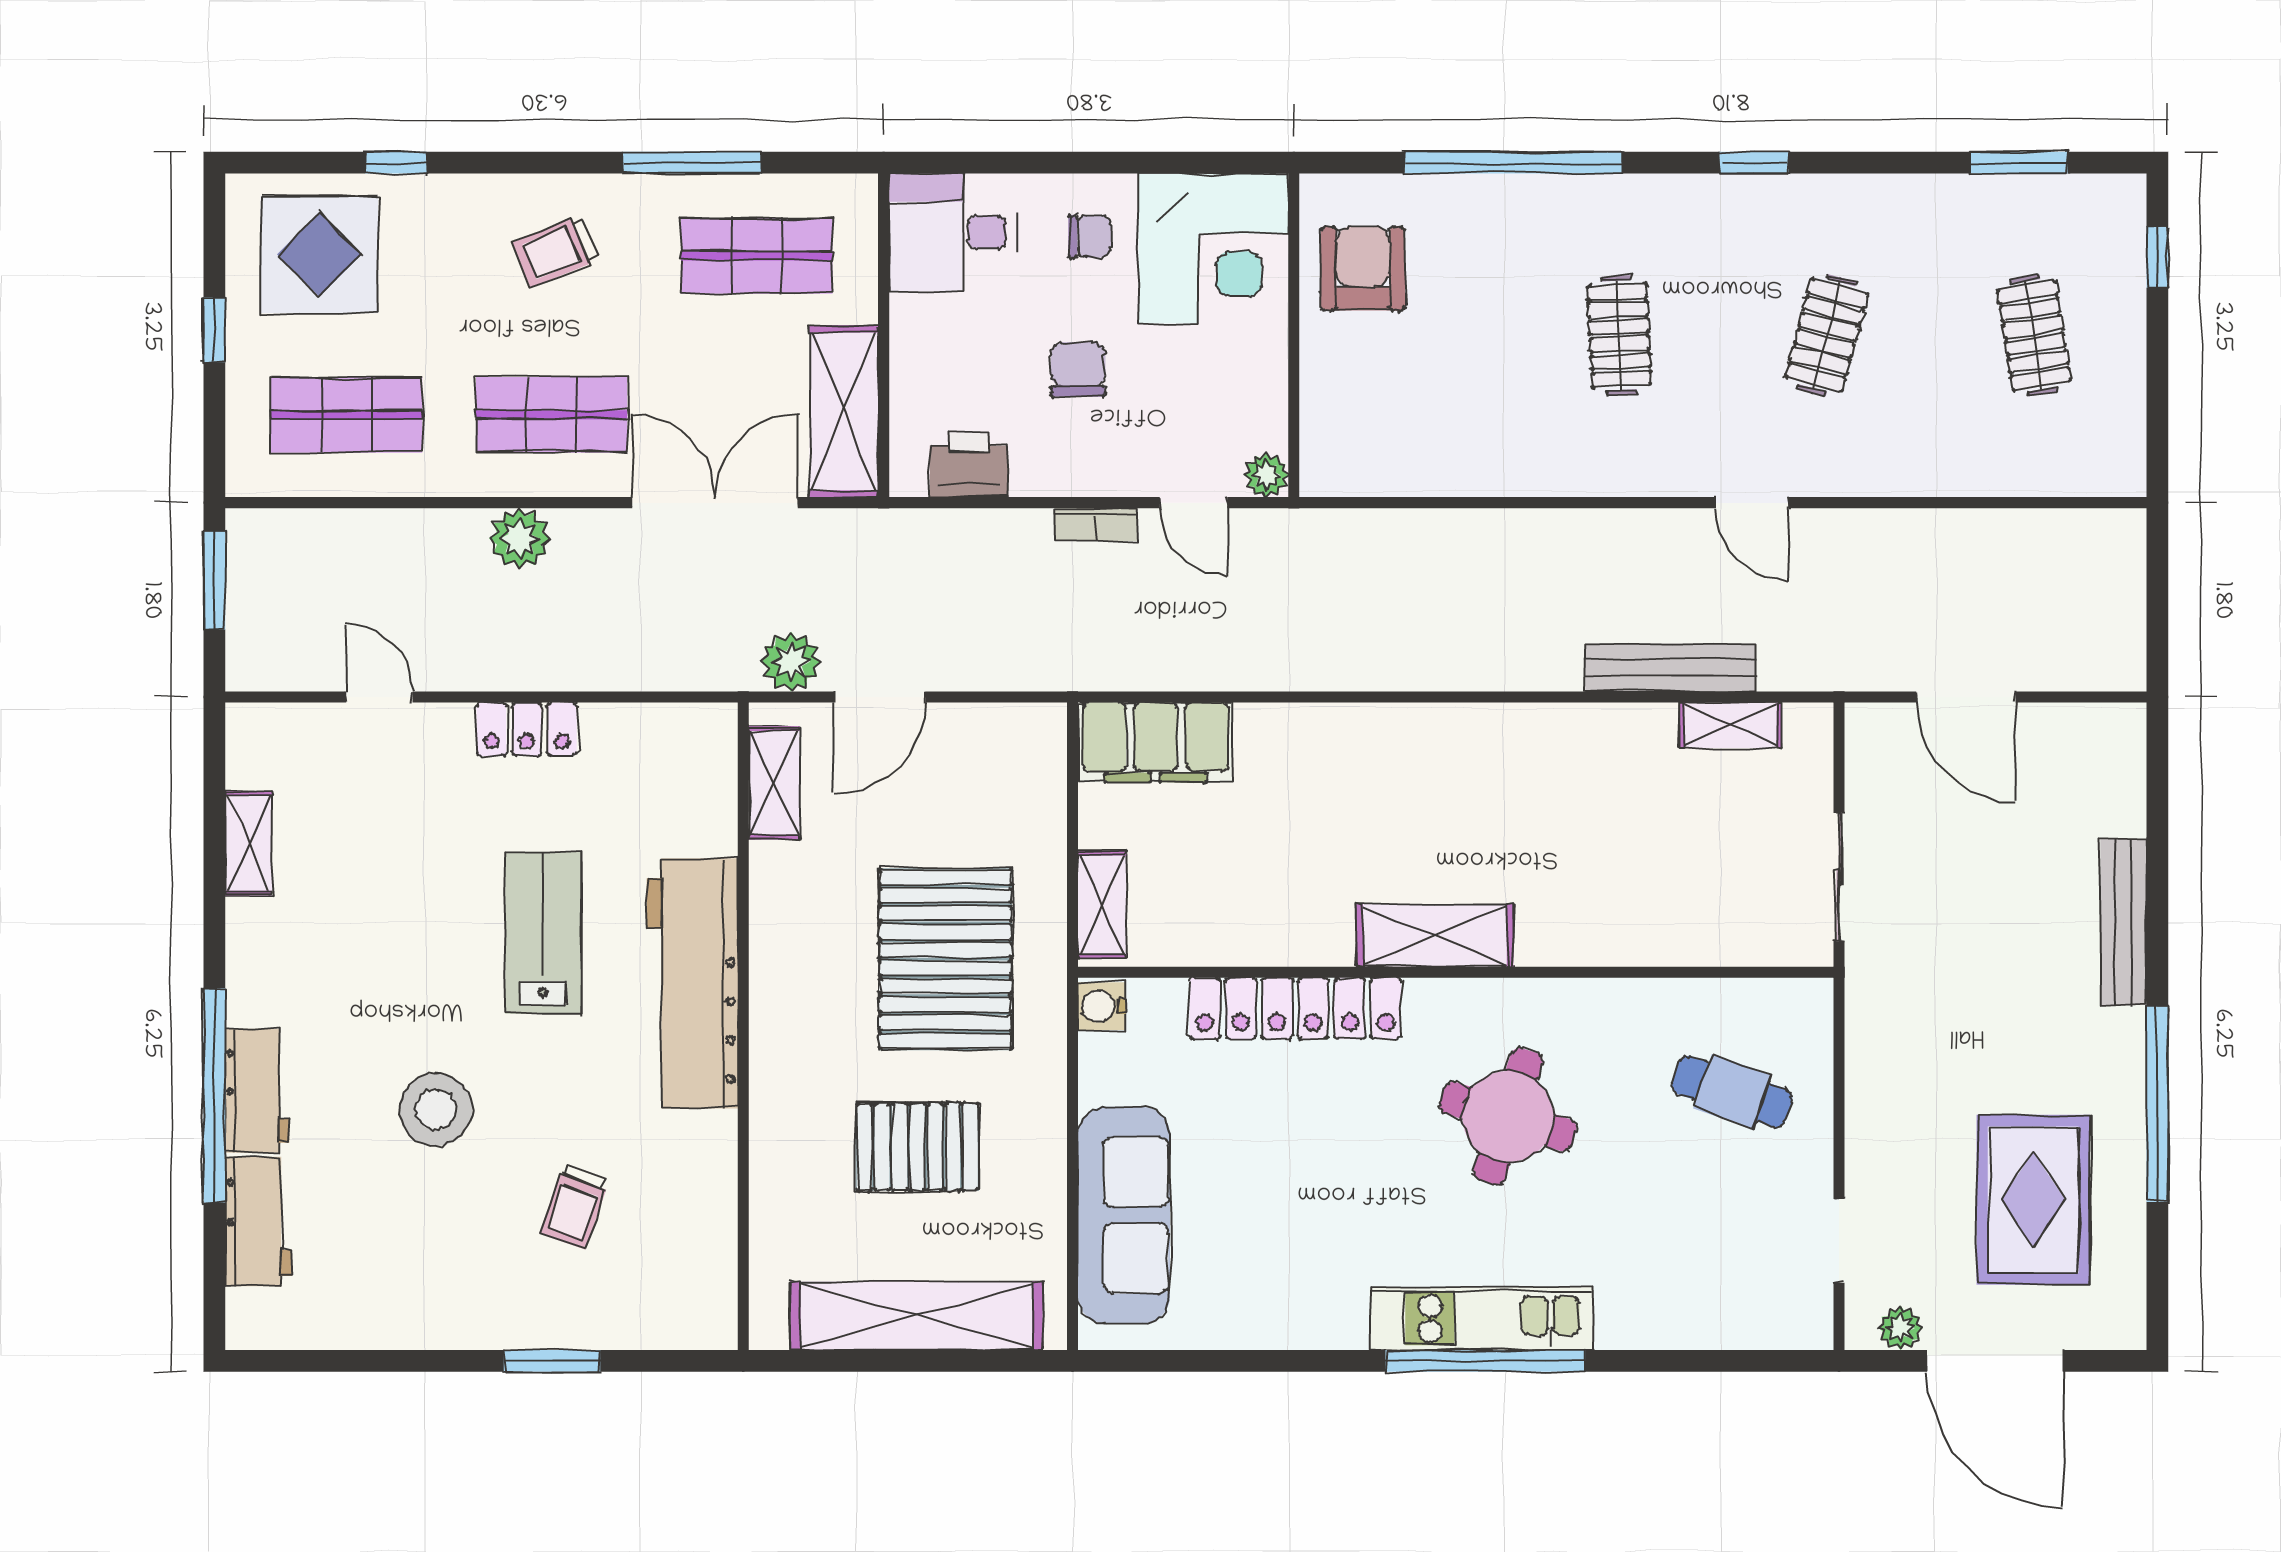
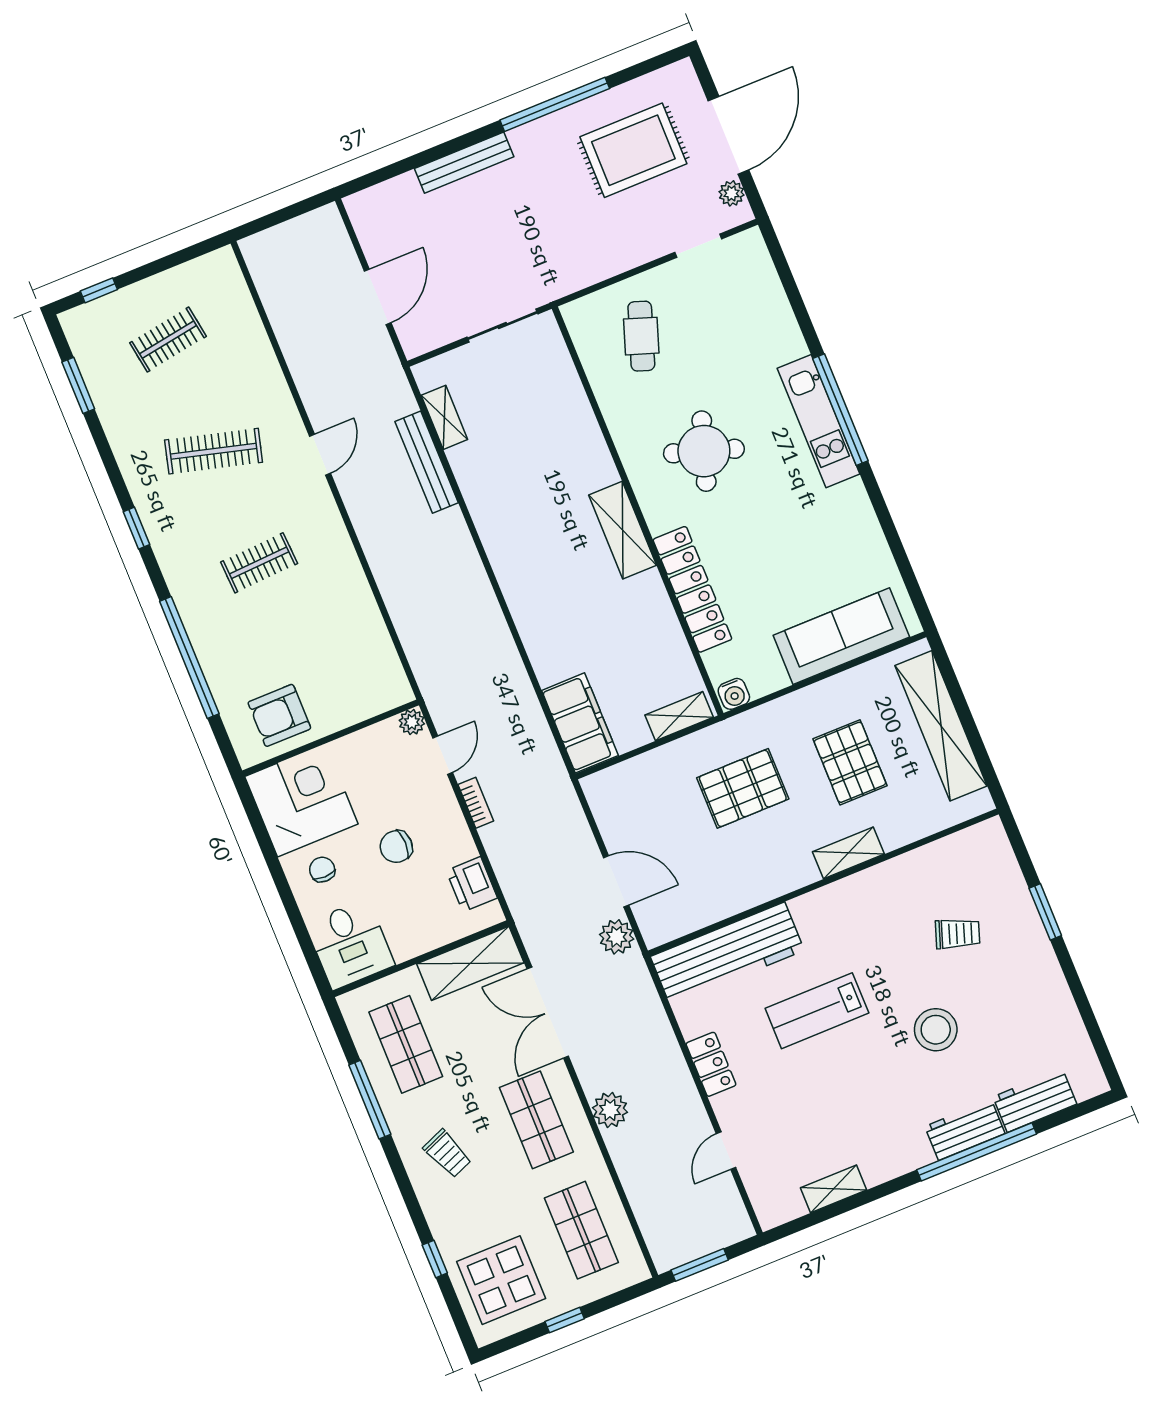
clothes rail: (1827, 335) -> (214, 451), width x1.36
shelving: (774, 783) -> (848, 853), moved
pallet: (946, 959) -> (743, 788), width x0.73, depth x0.71
workbench: (692, 983) -> (727, 954), moved

